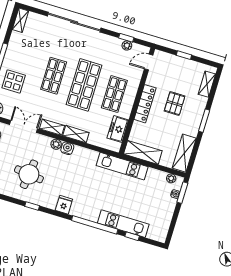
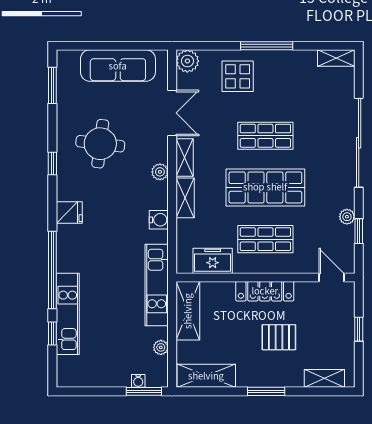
plant: (127, 45) -> (347, 217), moved
water cooler: (67, 148) -> (159, 220), moved
plant: (171, 178) -> (161, 347), moved

